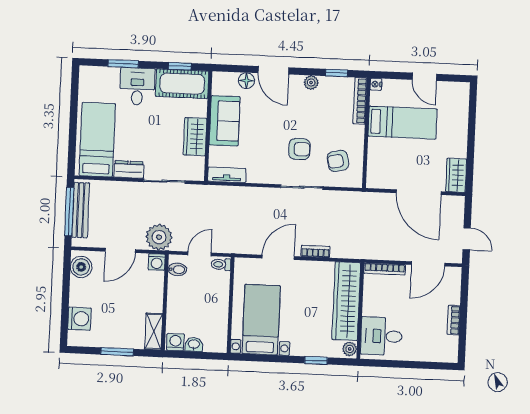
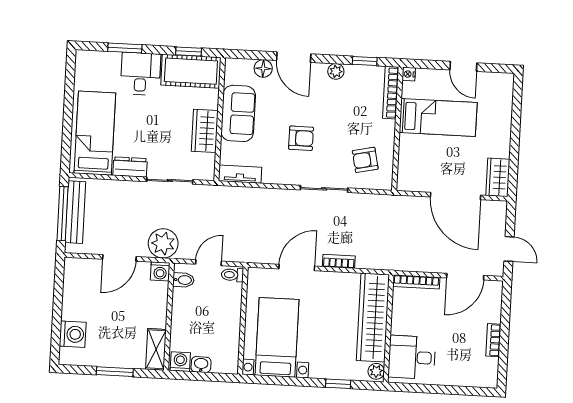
armchair: (299, 149) -> (301, 138), moved
boiler: (81, 267) -> (75, 276), removed

